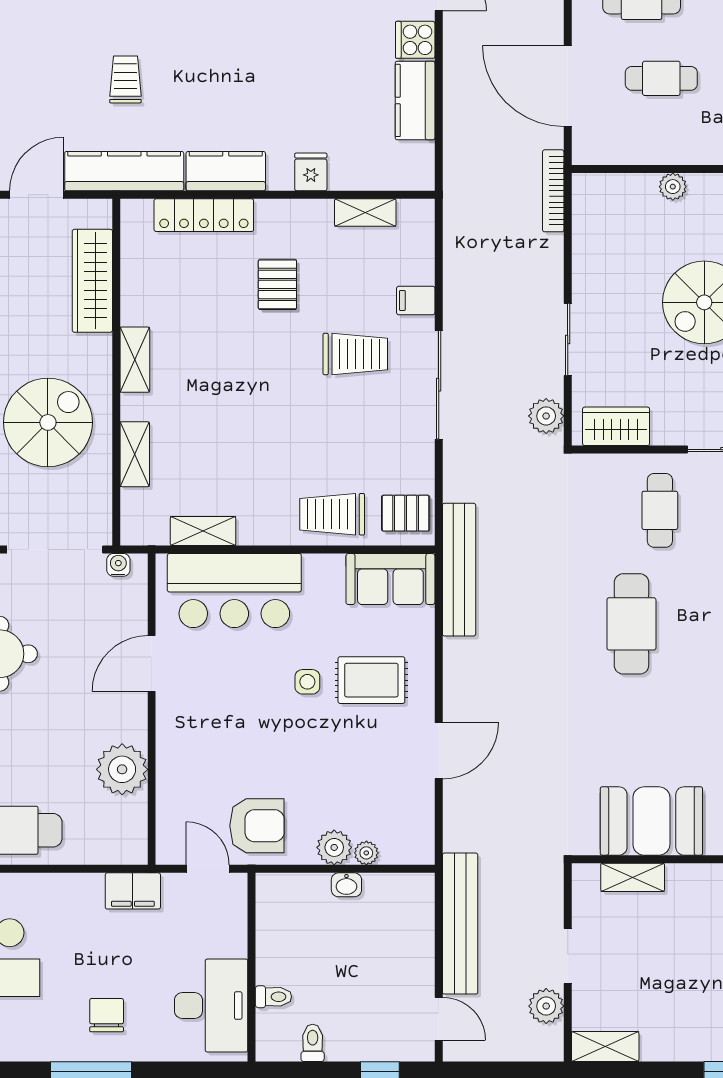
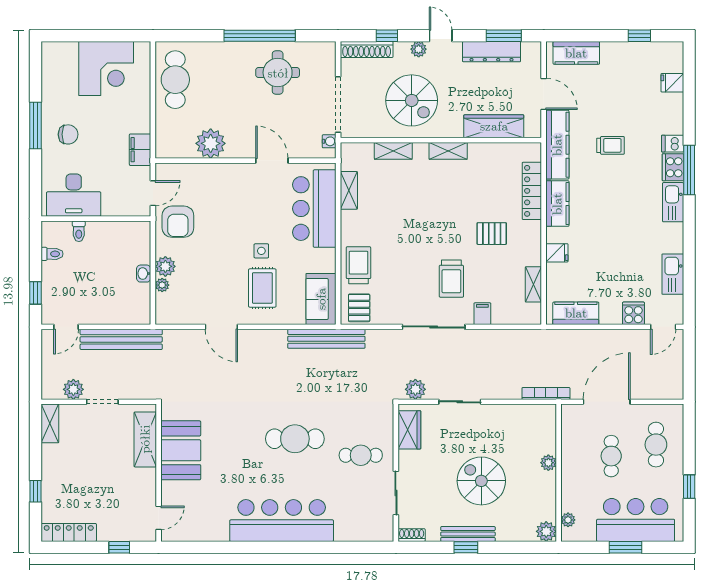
kitchen counter: (415, 100) -> (576, 313), moved
shelving: (633, 877) -> (145, 439), width x1.50, depth x1.33

